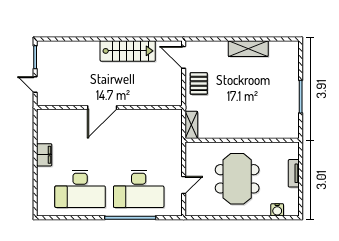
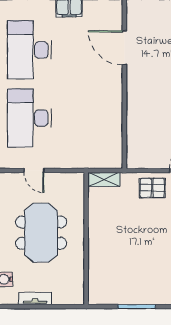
door: (102, 107) -> (124, 48), moved
tv unit: (294, 173) -> (35, 299), moved
meeting table: (237, 179) -> (41, 233), turned 90

